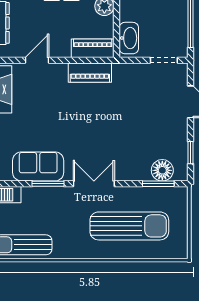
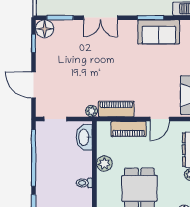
piano: (93, 48) -> (129, 129), moved
plant: (120, 70) -> (92, 111), added
floor lamp: (162, 170) -> (45, 29), moved
double door: (94, 184) -> (101, 18), moved

